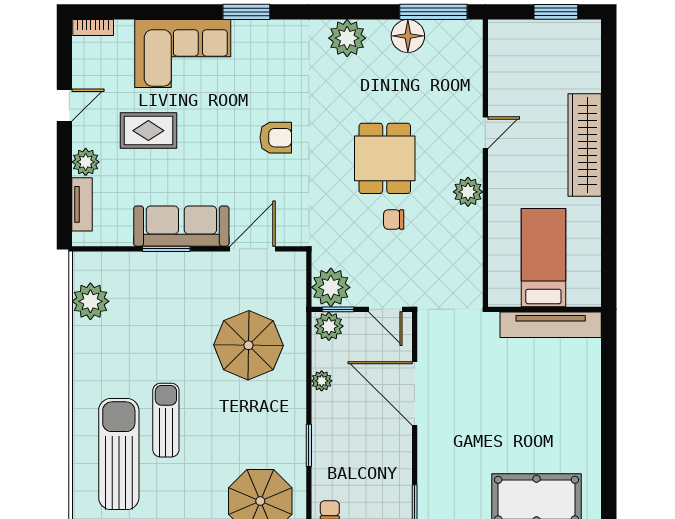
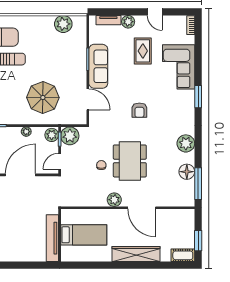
cot: (588, 45) -> (183, 255), added
door: (485, 133) -> (142, 208), width x1.88
dining table: (385, 158) -> (130, 161), width x1.38

